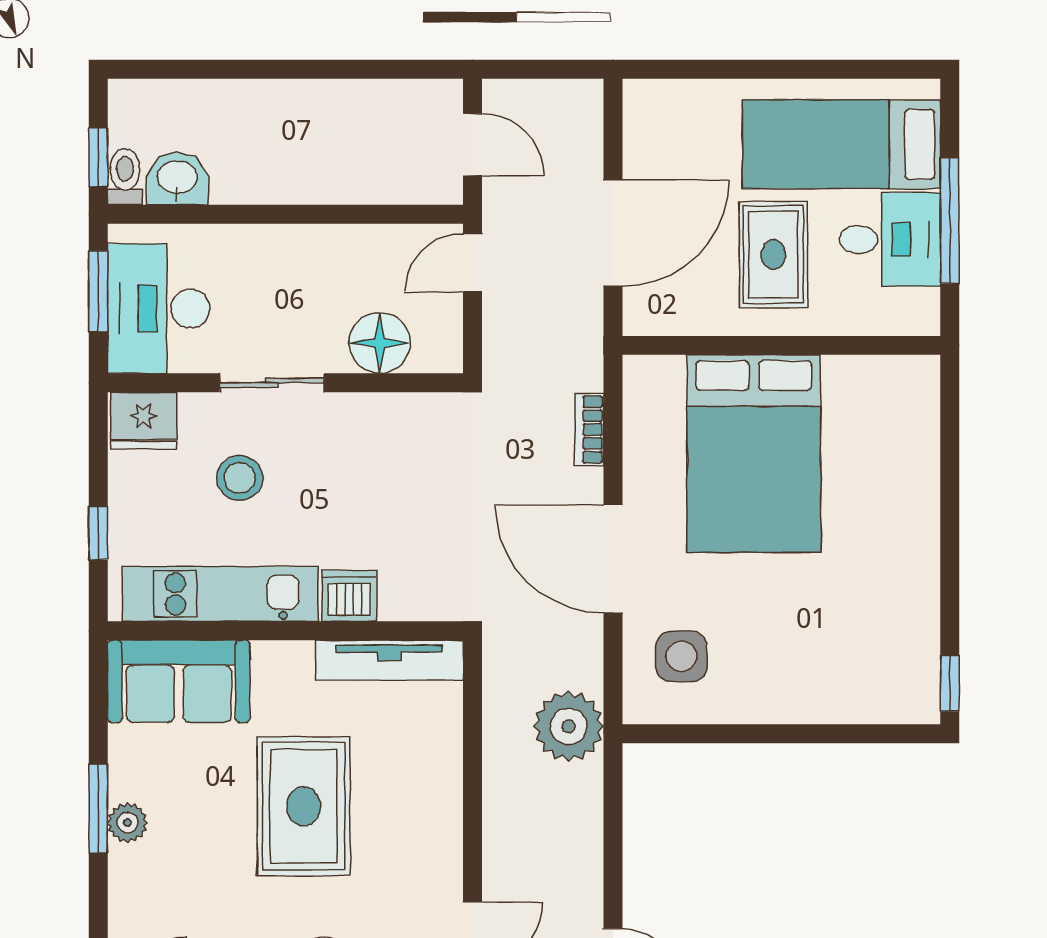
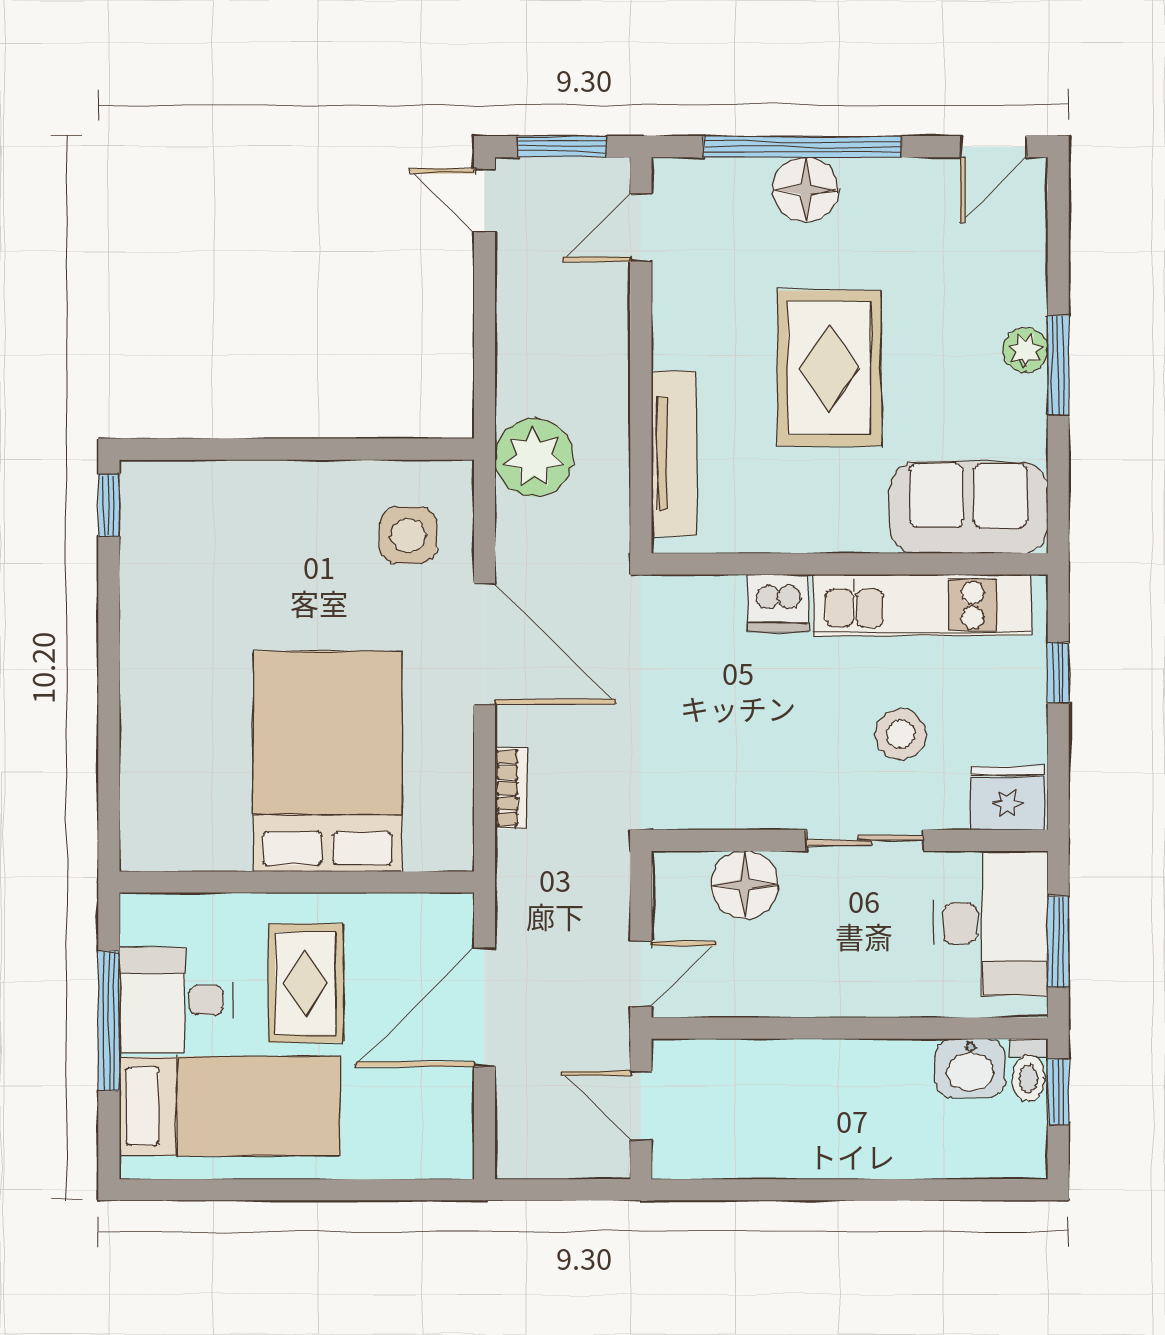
tv unit: (389, 660) -> (674, 453), moved, turned 90

